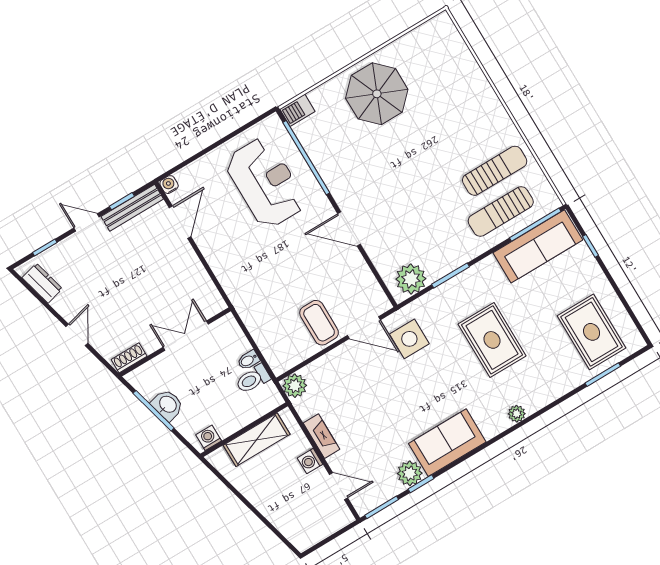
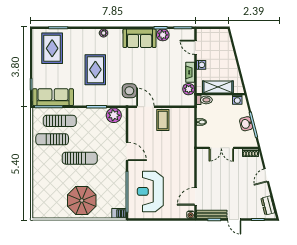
sun lounger: (426, 167) -> (80, 158), added
toilet: (253, 379) -> (204, 100), moved
plant: (295, 386) -> (189, 89), moved

